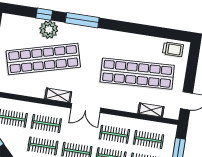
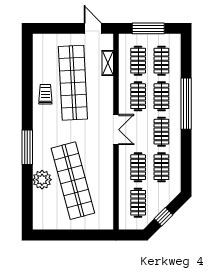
window: (44, 14) -> (27, 187), removed
trolley: (173, 49) -> (45, 94), moved
shelving: (58, 95) -> (107, 160), removed

